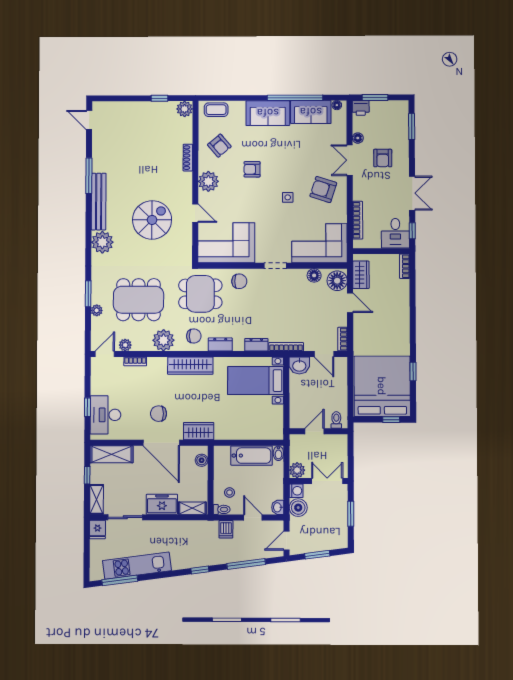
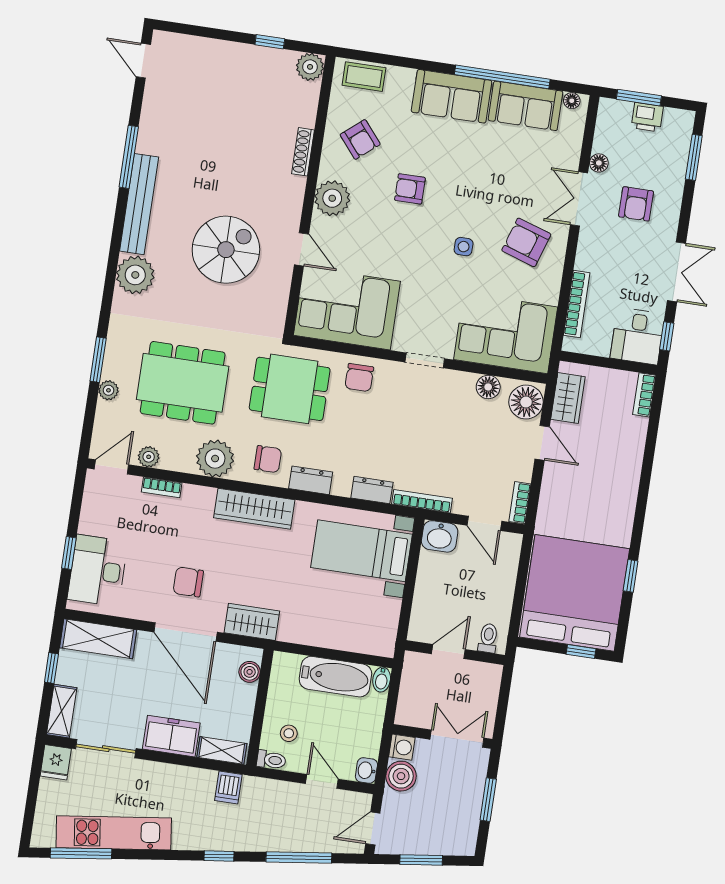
printer: (361, 108) -> (647, 117), moved
chair: (239, 281) -> (359, 378), turned 90
plant: (297, 470) -> (409, 713), removed
dishwasher: (226, 529) -> (228, 787), moved

